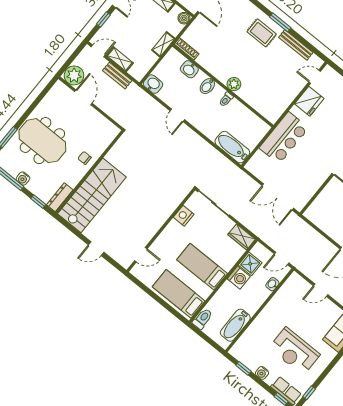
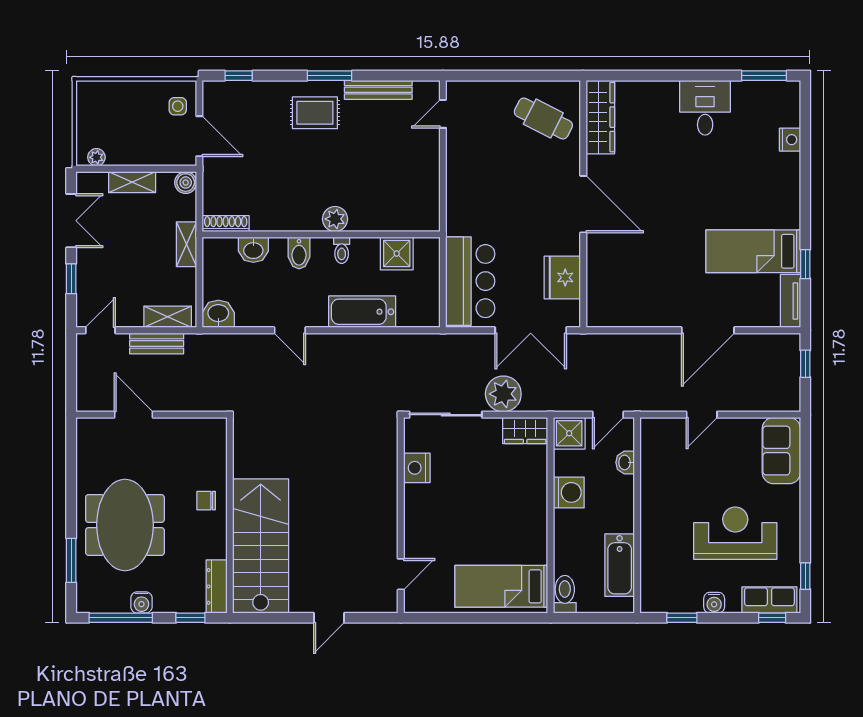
shelving: (120, 59) -> (168, 317), moved
plant: (74, 75) -> (503, 394), moved
fridge: (309, 101) -> (562, 277), moved, turned 180
shower: (248, 119) -> (397, 254), added
bar counter: (284, 138) -> (470, 281), moved
meeting table: (42, 141) -> (125, 525), turned 90
bathtub: (232, 147) -> (362, 312), moved
shower: (250, 264) -> (569, 433), moved
bed: (202, 267) -> (503, 520), removed
reception desk: (294, 351) -> (735, 533), turned 180

